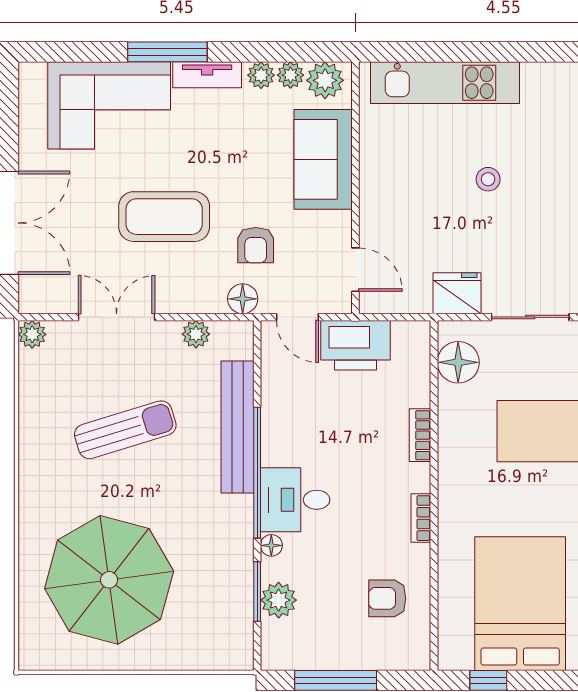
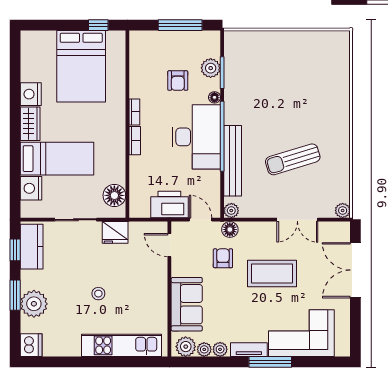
plant: (196, 334) -> (231, 211), moved
bookcase: (420, 435) -> (135, 141), moved
desk: (295, 500) -> (196, 137), width x1.87, depth x1.30
parasol: (109, 580) -> (301, 79), removed
armchair: (387, 598) -> (178, 81), moved, turned 90

